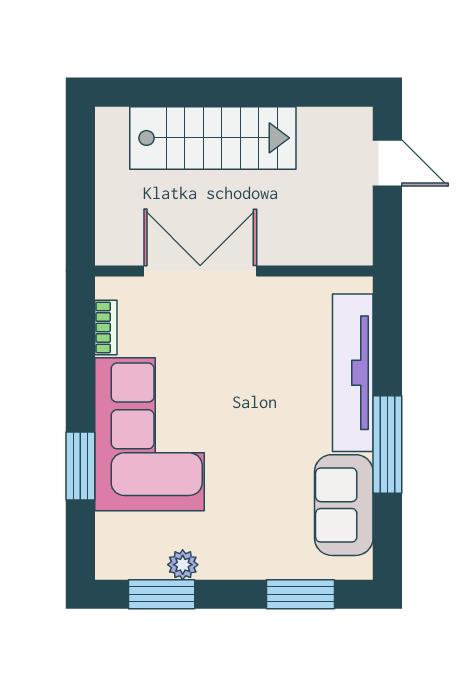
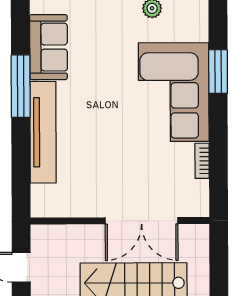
double door: (200, 271) -> (142, 221), moved
wall: (234, 271) -> (120, 221), moved

